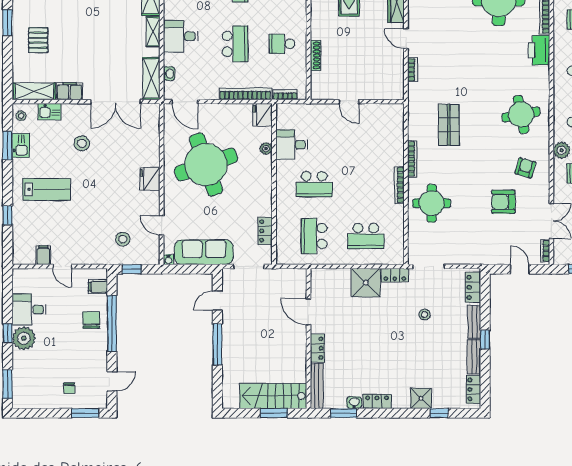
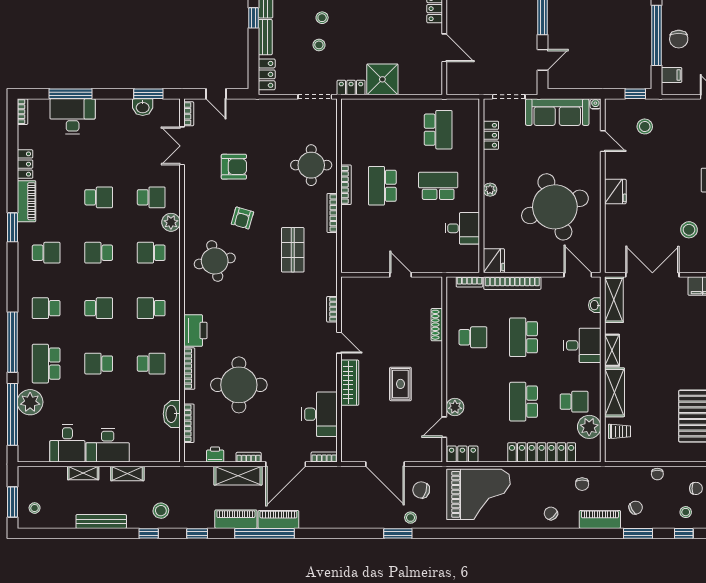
plant: (266, 149) -> (490, 190), moved
armchair: (525, 168) -> (242, 218), moved
school desk: (366, 236) -> (382, 186), moved, turned -90
stool: (422, 340) -> (322, 18), added

